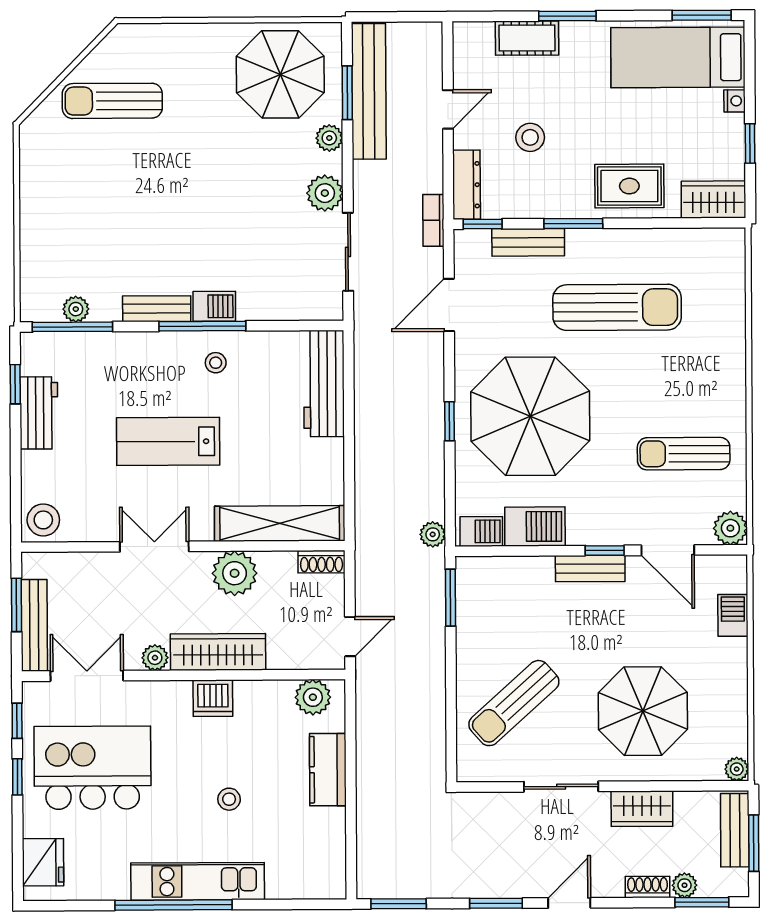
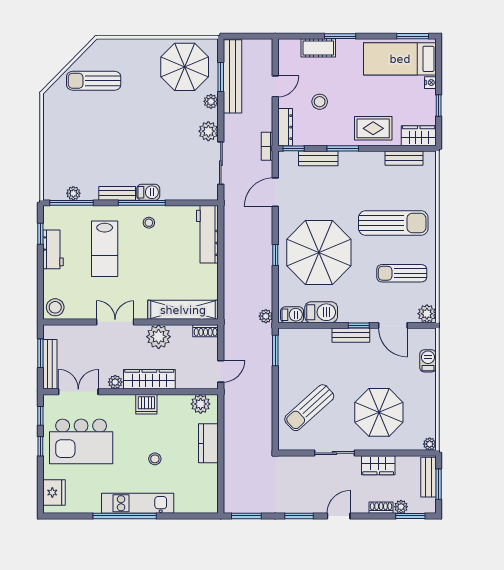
bench: (687, 241) -> (404, 158), added
sun lounger: (617, 307) -> (393, 223), moved
lab bench: (168, 441) -> (105, 249), moved, turned -90
kitchen island: (92, 768) -> (81, 441), turned 180

